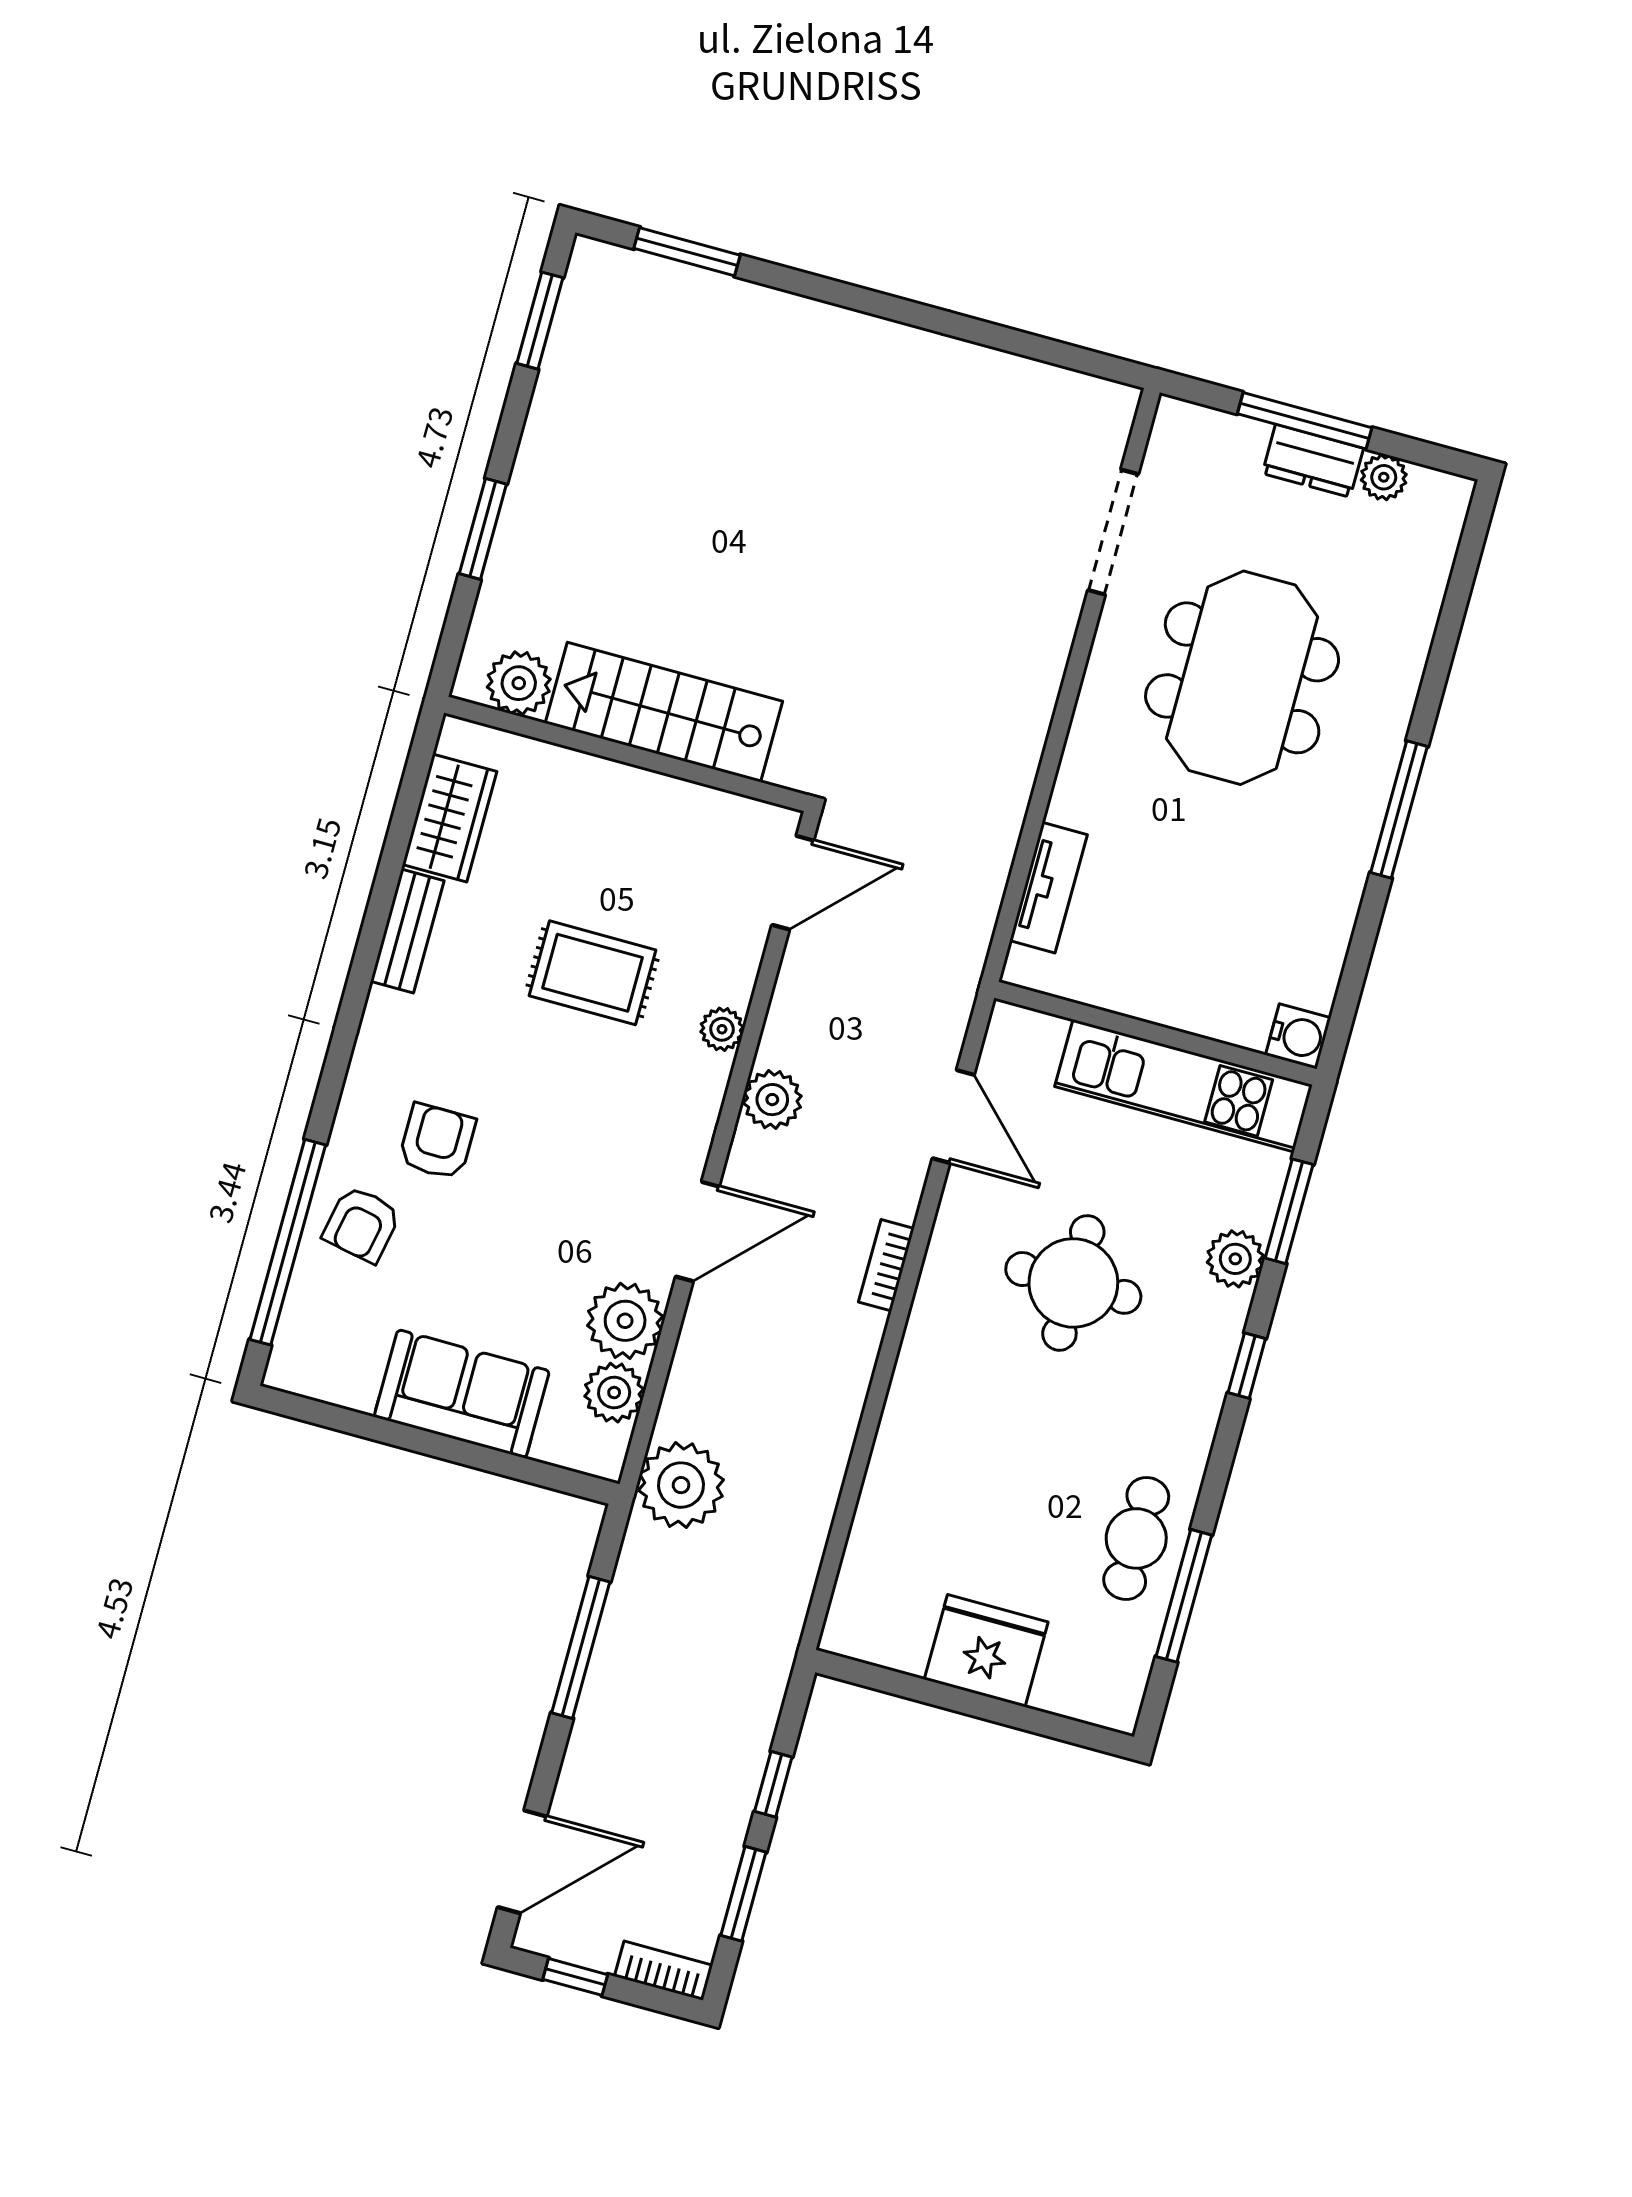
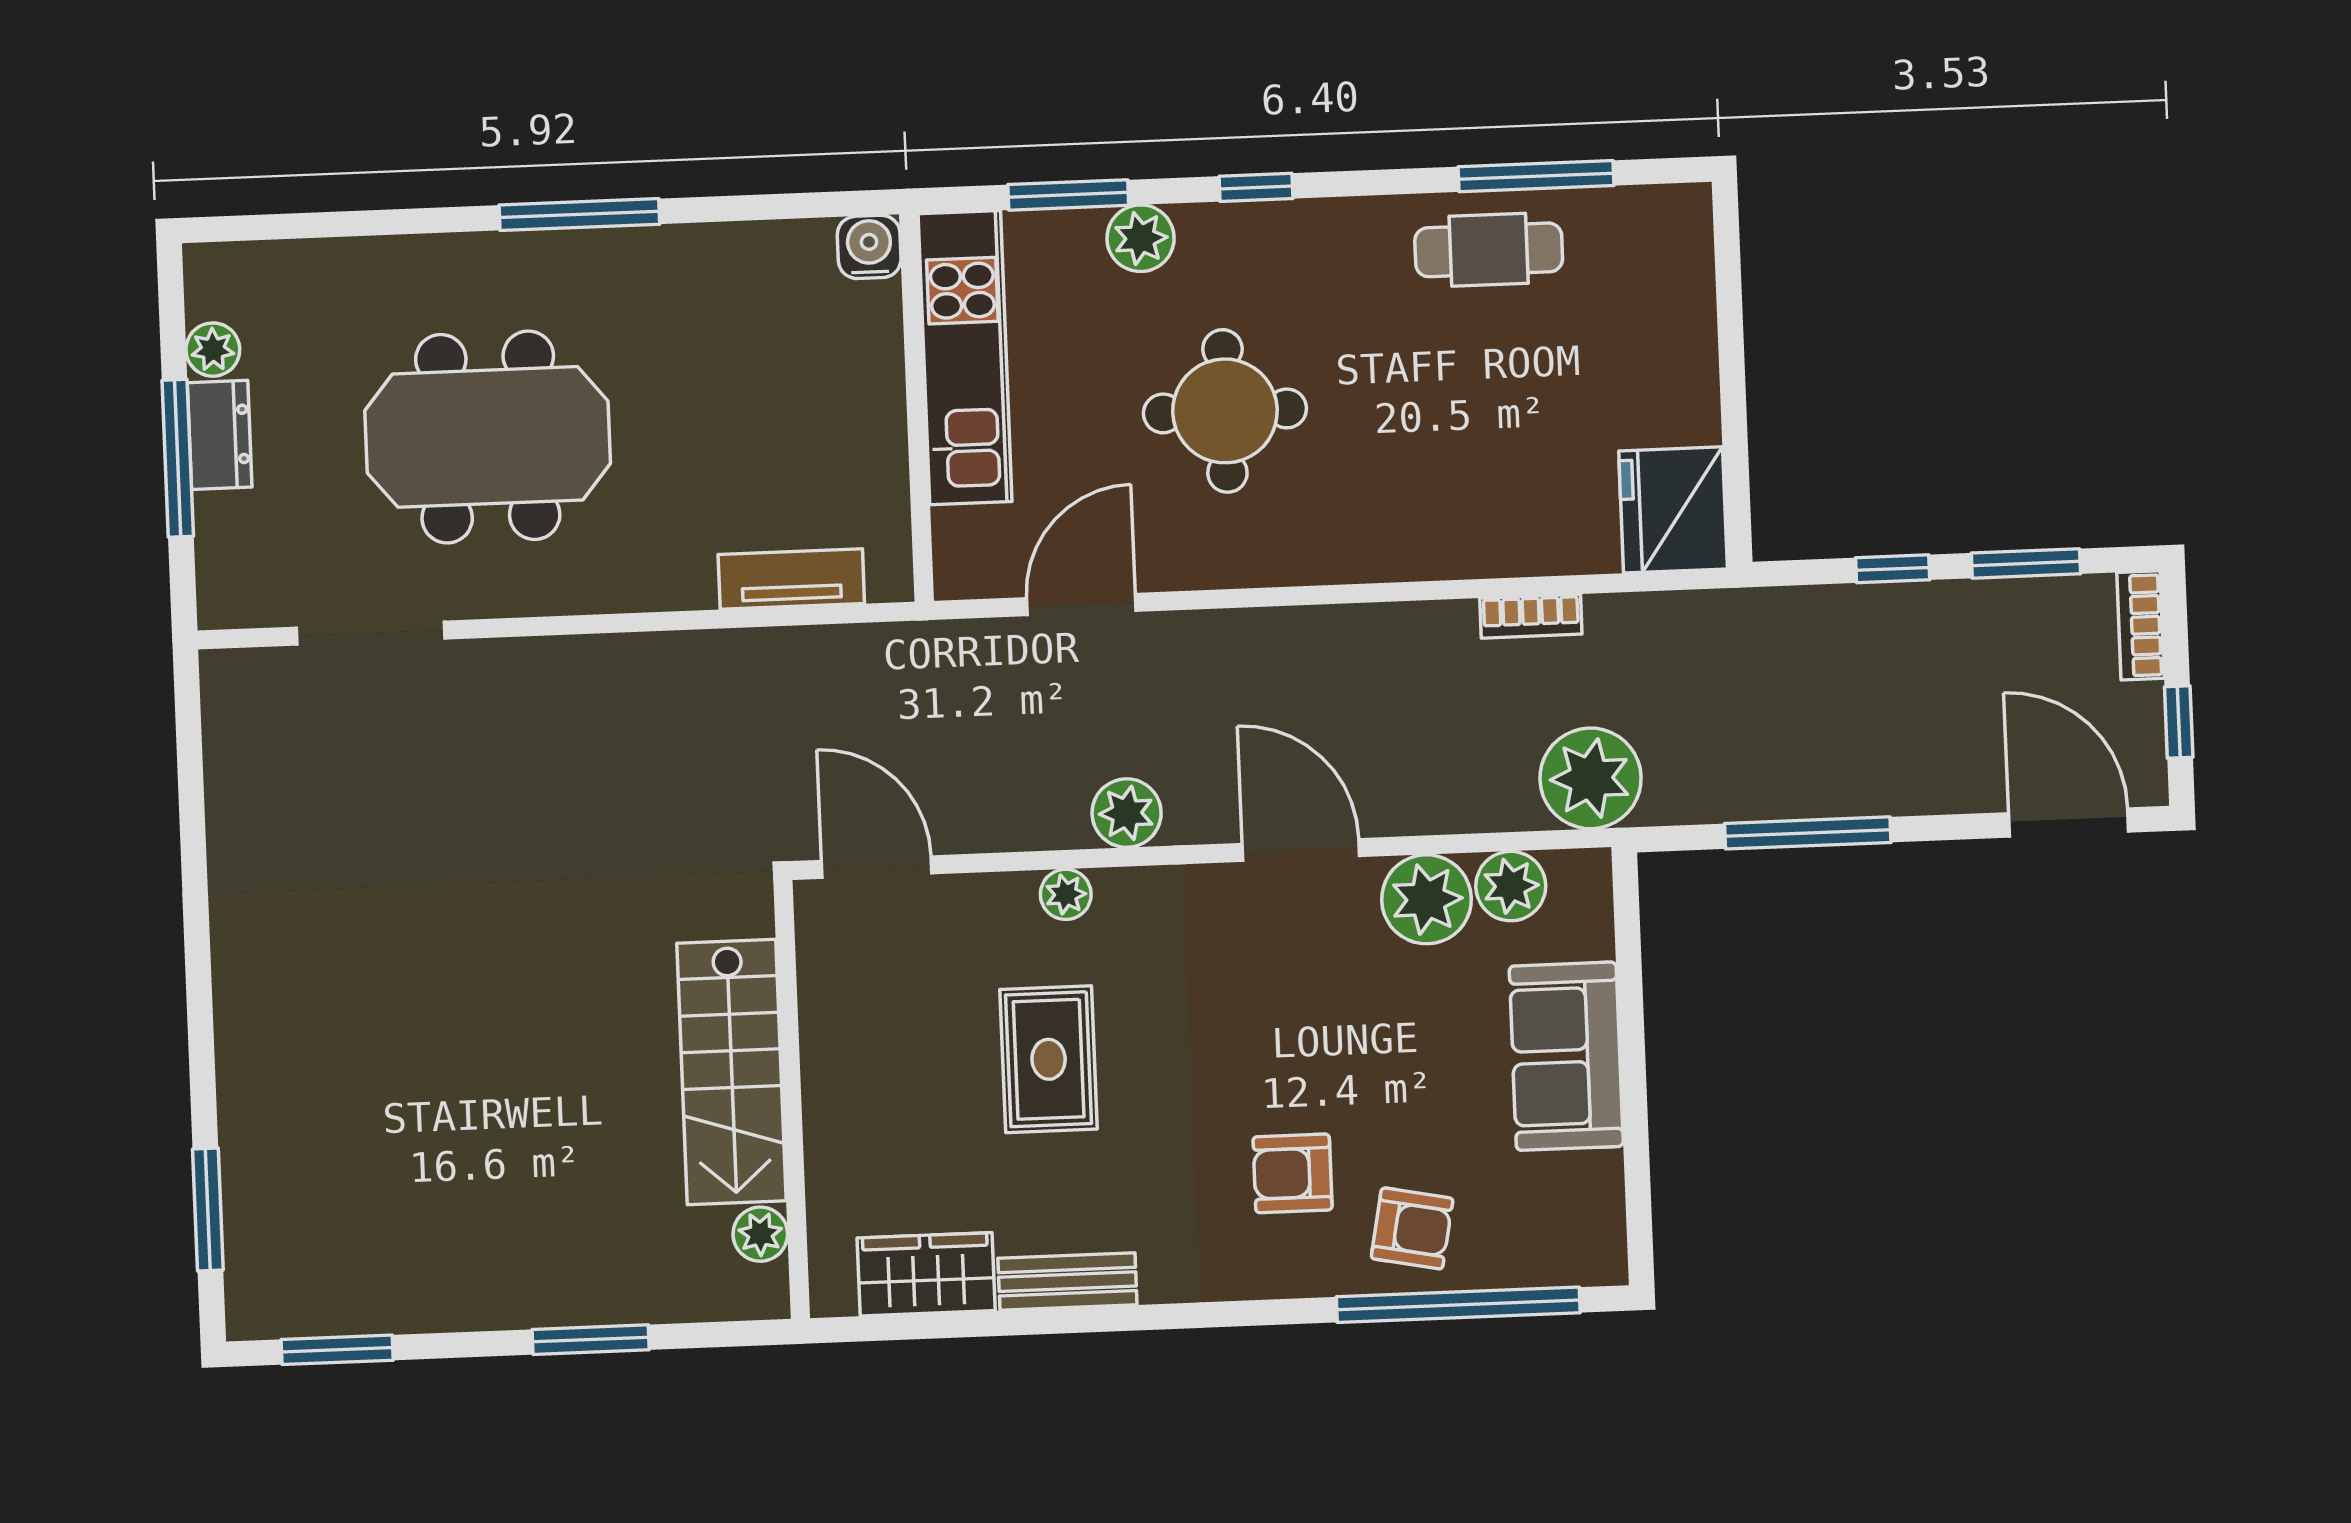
plant: (519, 683) -> (760, 1234), width x0.73, depth x0.73
bookcase: (886, 1265) -> (1531, 616), moved
fridge: (986, 1651) -> (1673, 510), moved

